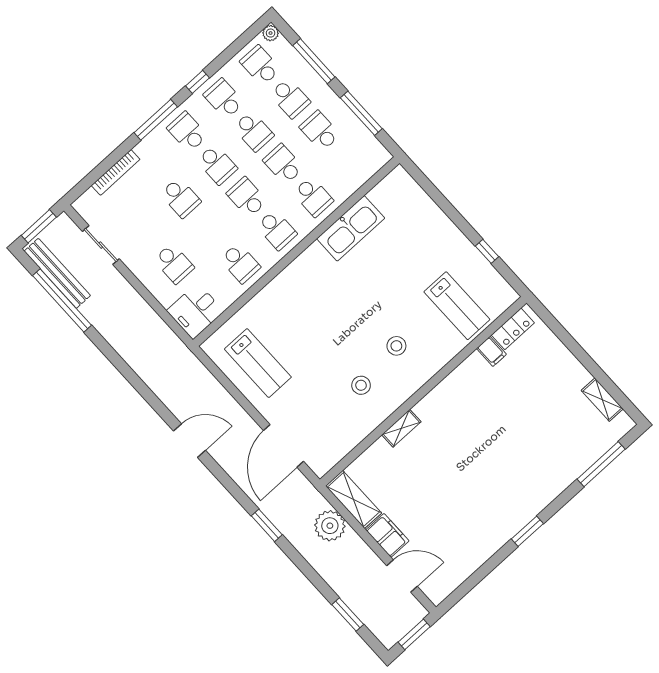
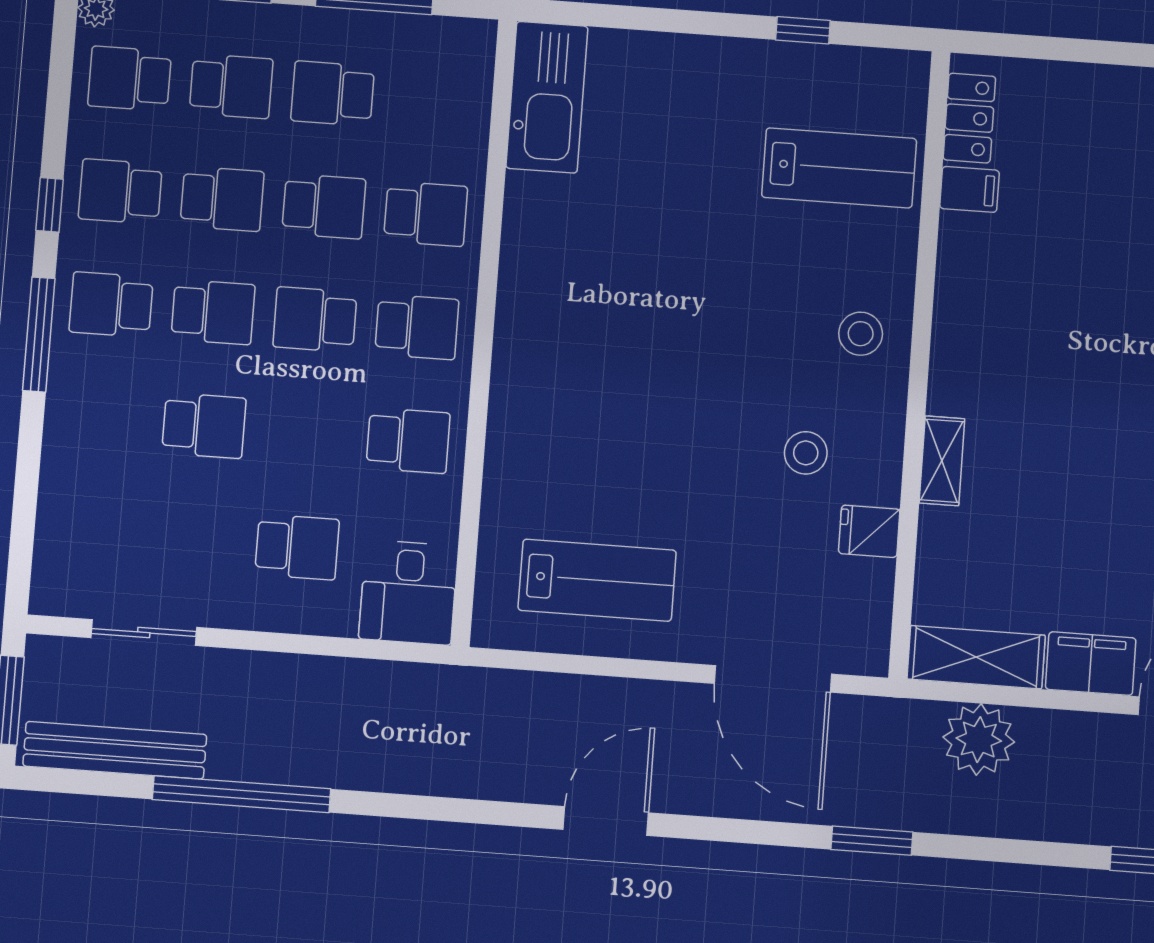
school desk: (283, 164) -> (324, 206), turned 180
bookcase: (116, 172) -> (54, 487), removed
kitchen sink: (351, 228) -> (547, 97), moved
window: (62, 300) -> (241, 794), moved
stool: (396, 346) -> (861, 334), moved
fridge: (358, 429) -> (869, 531), added

